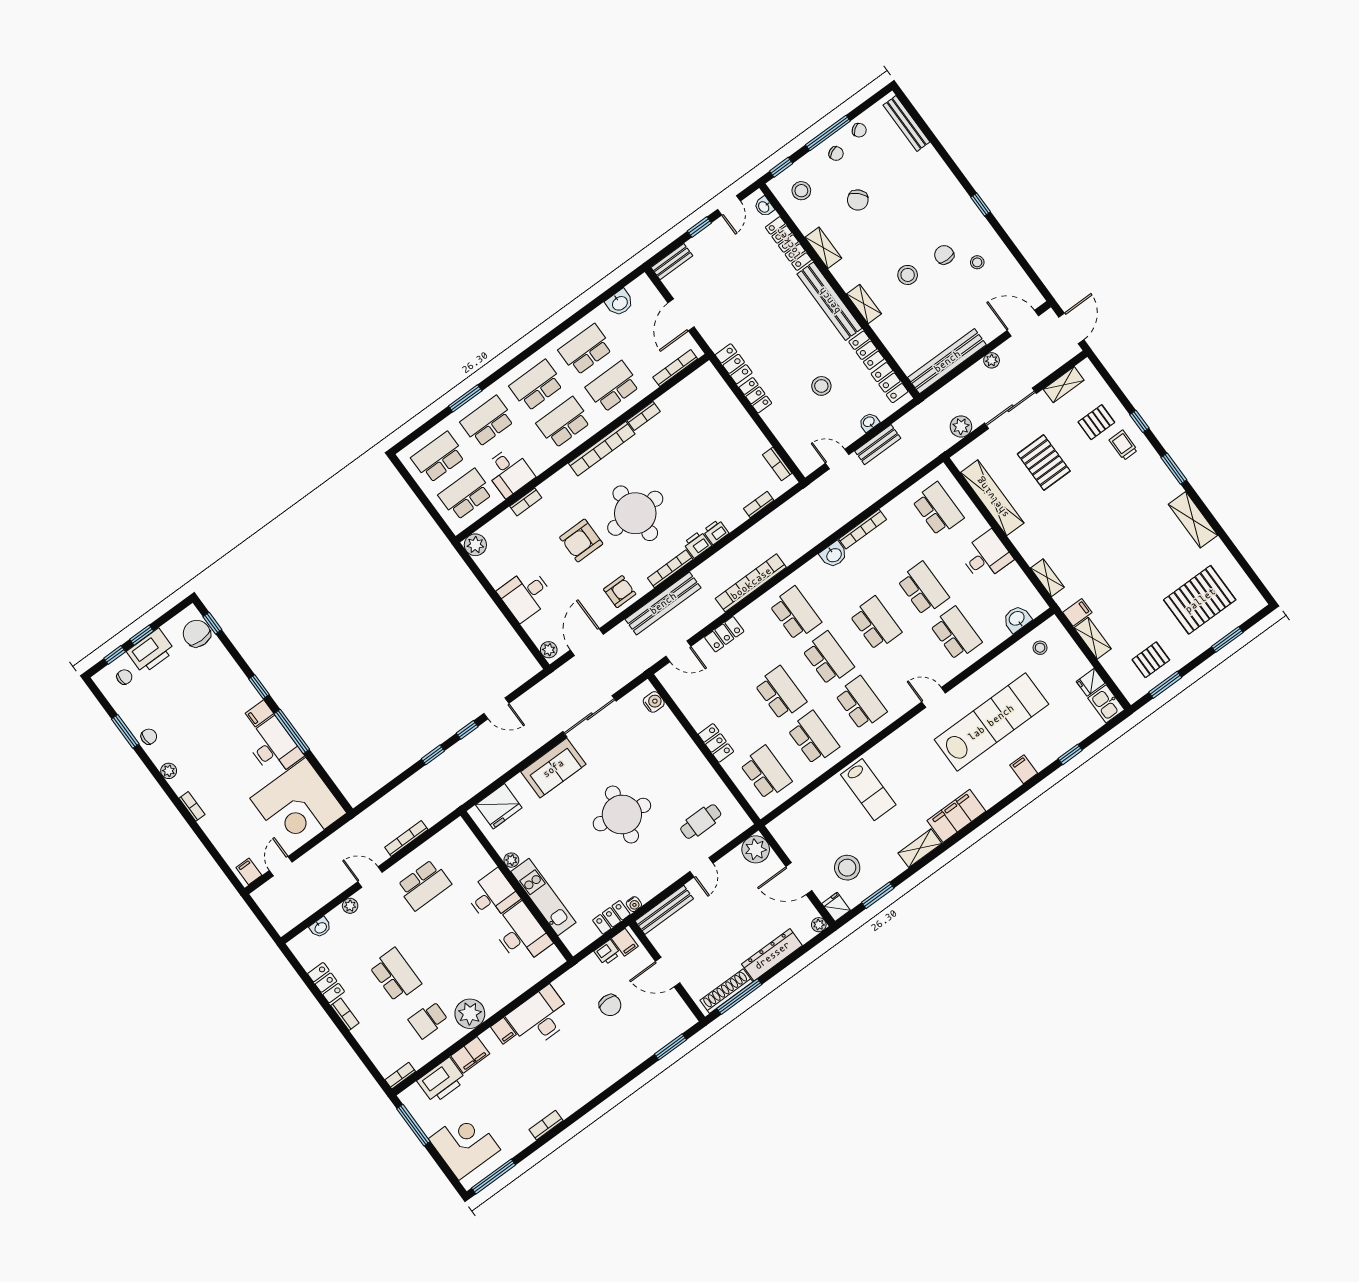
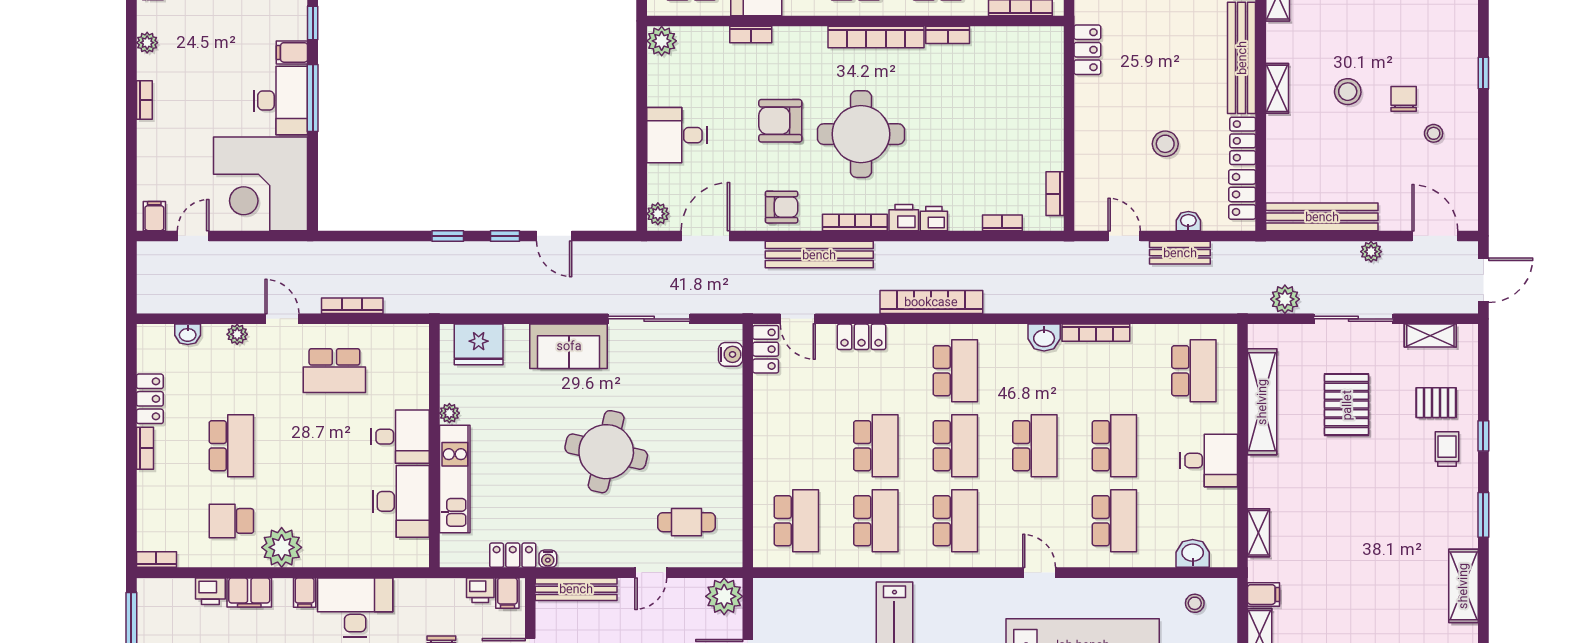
locker: (755, 395) -> (1086, 101), removed
locker: (716, 743) -> (766, 349), moved
printer: (442, 1081) -> (210, 591), width x0.53, depth x0.68

